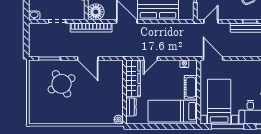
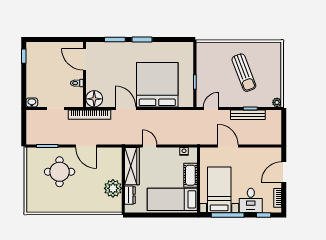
door: (150, 58) -> (150, 146), swing flipped
door: (213, 58) -> (228, 146), moved
round table: (62, 84) -> (60, 172), turned 30
plant: (118, 120) -> (113, 188), moved, width x1.88, depth x1.88

